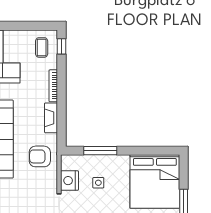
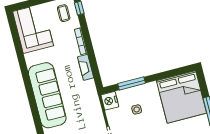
armchair: (40, 156) -> (85, 100), removed
nightstand: (69, 181) -> (110, 101), moved

